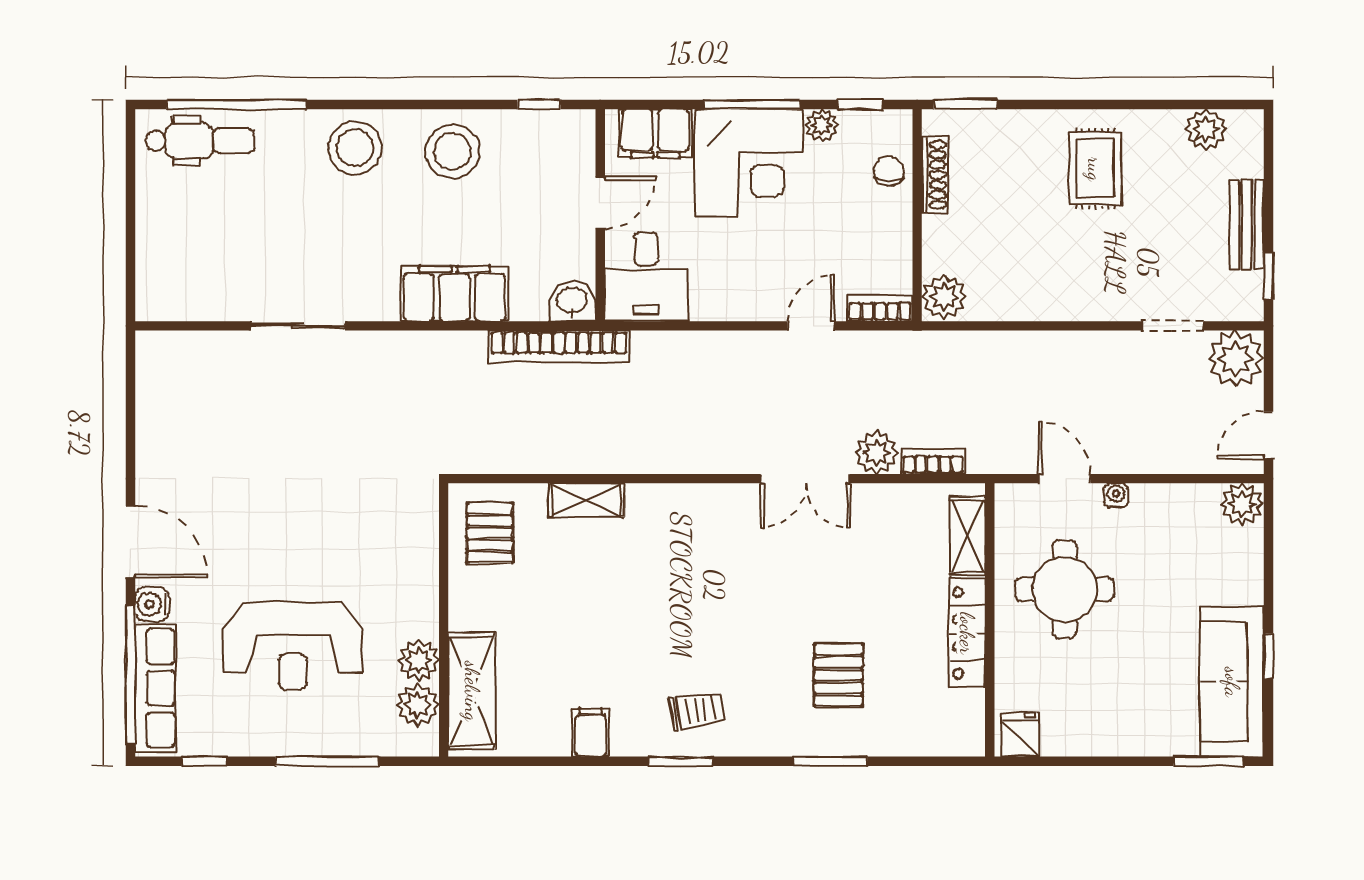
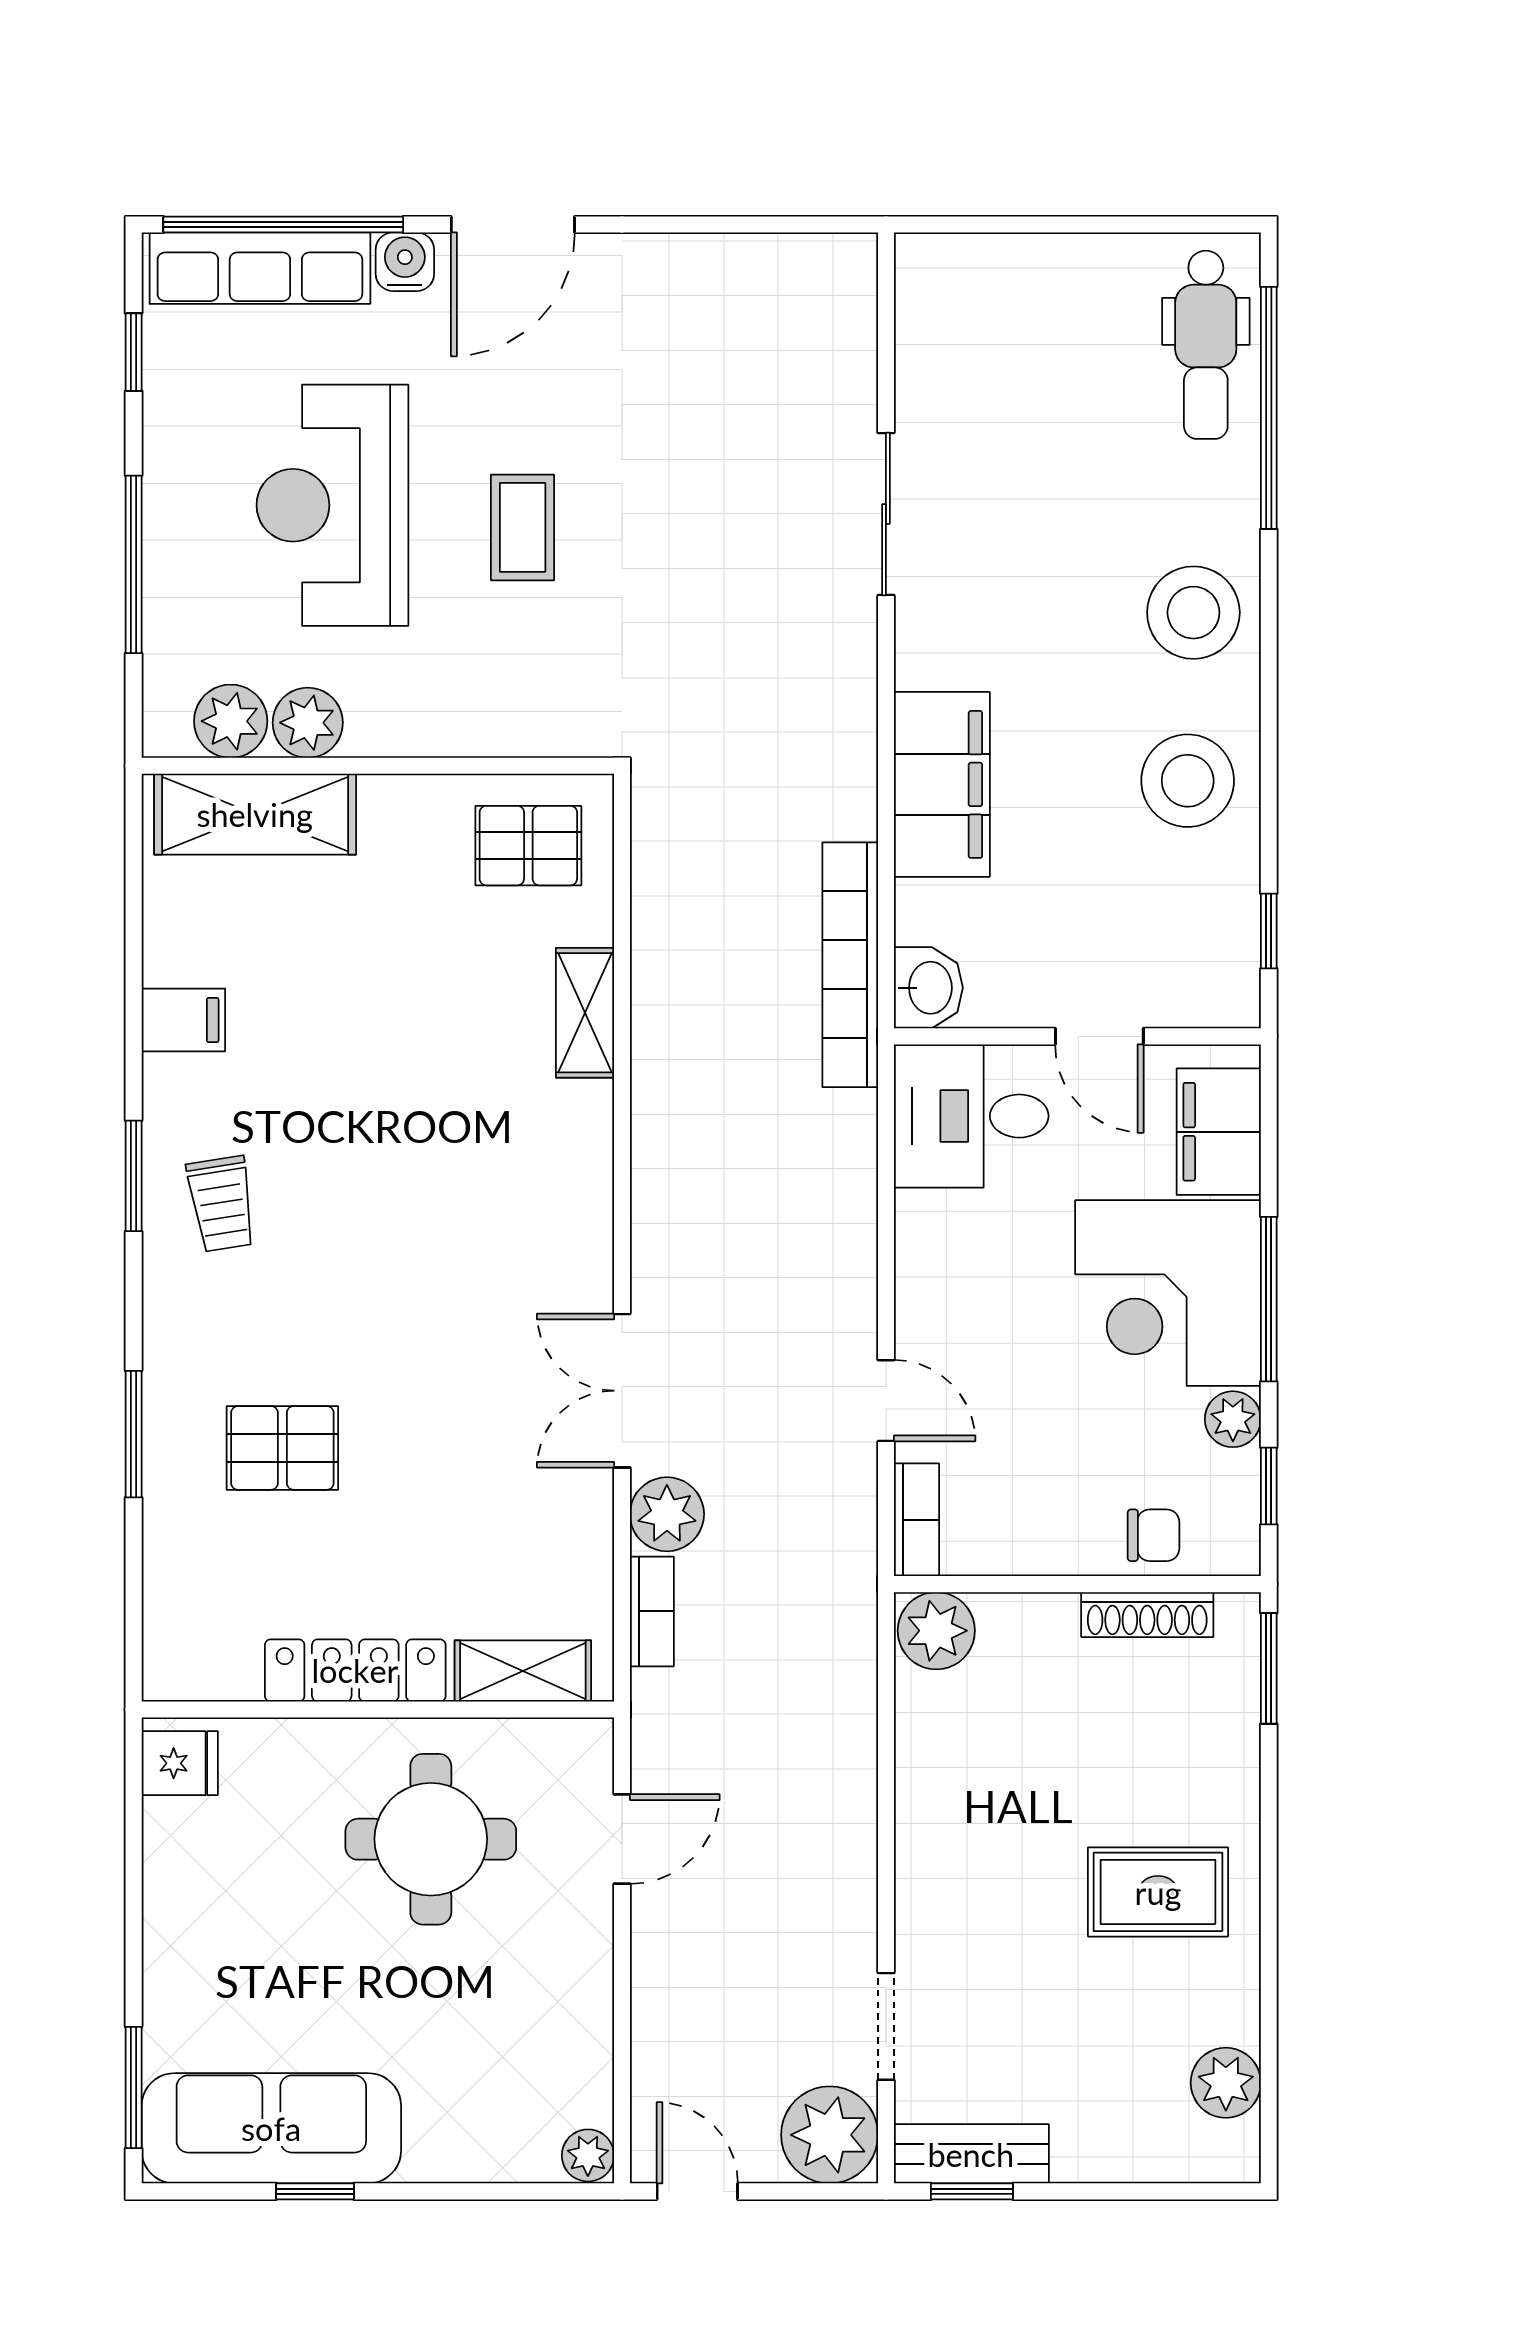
bench: (1247, 225) -> (971, 2154), moved
water cooler: (1116, 496) -> (593, 1928), removed
plant: (1242, 504) -> (588, 2155), width x0.73, depth x0.73
coffee table: (306, 536) -> (523, 527), added

